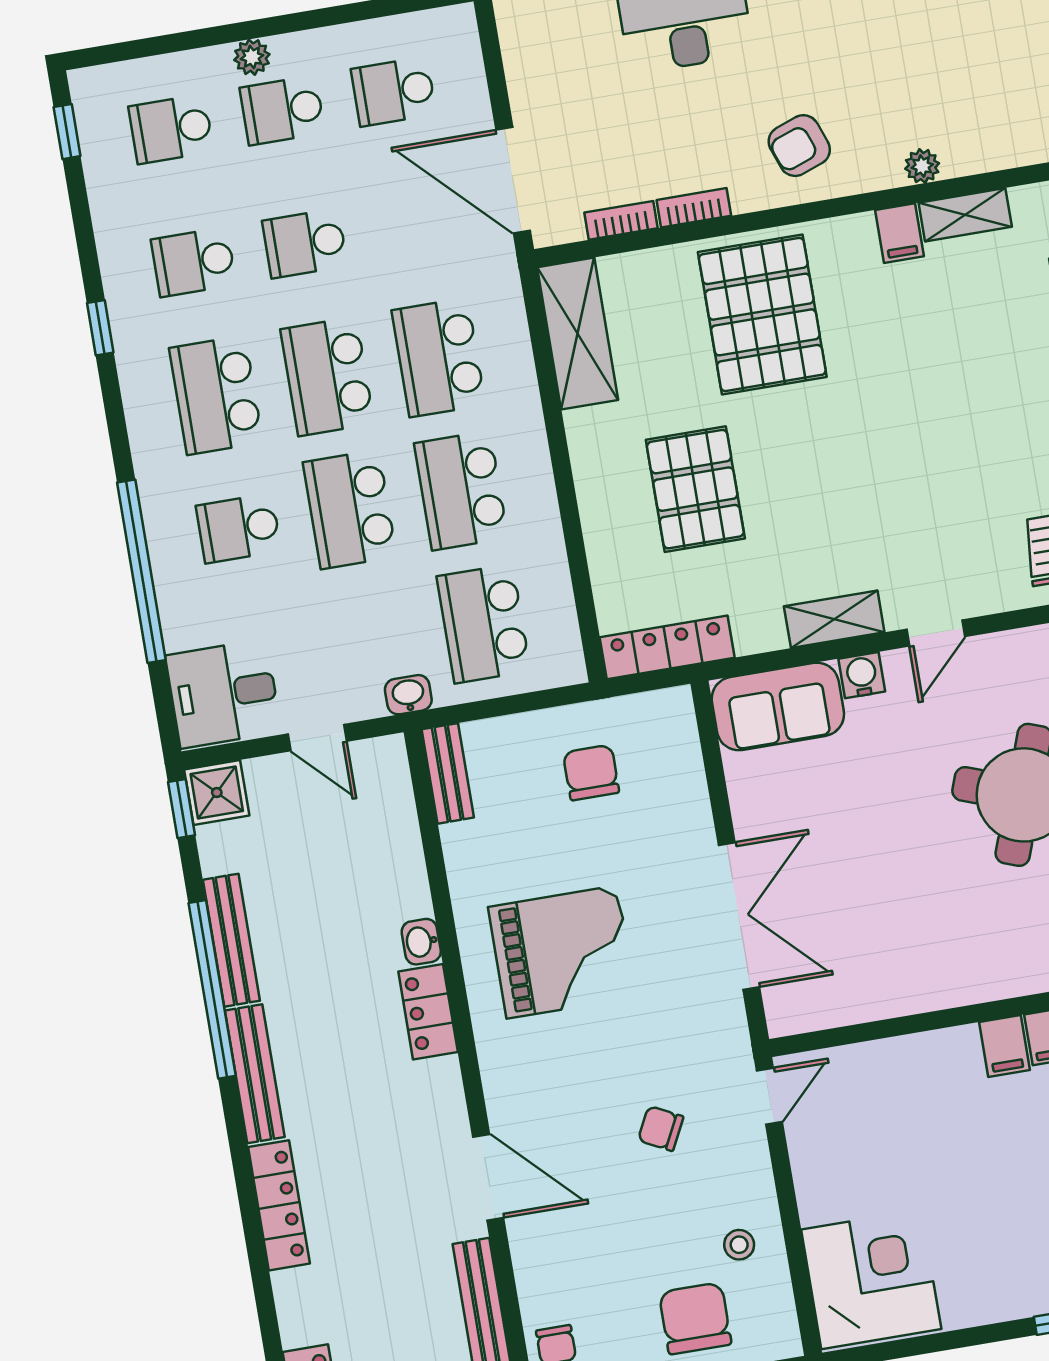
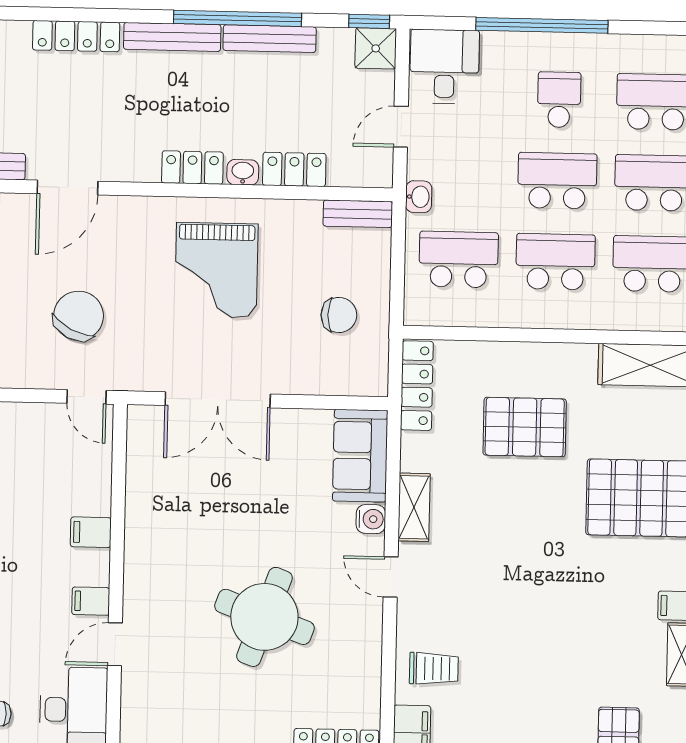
locker: (404, 872) -> (294, 169), added
filing cabinet: (1005, 1046) -> (91, 532), moved
chair: (661, 1128) -> (79, 316), width x1.87, depth x1.87

